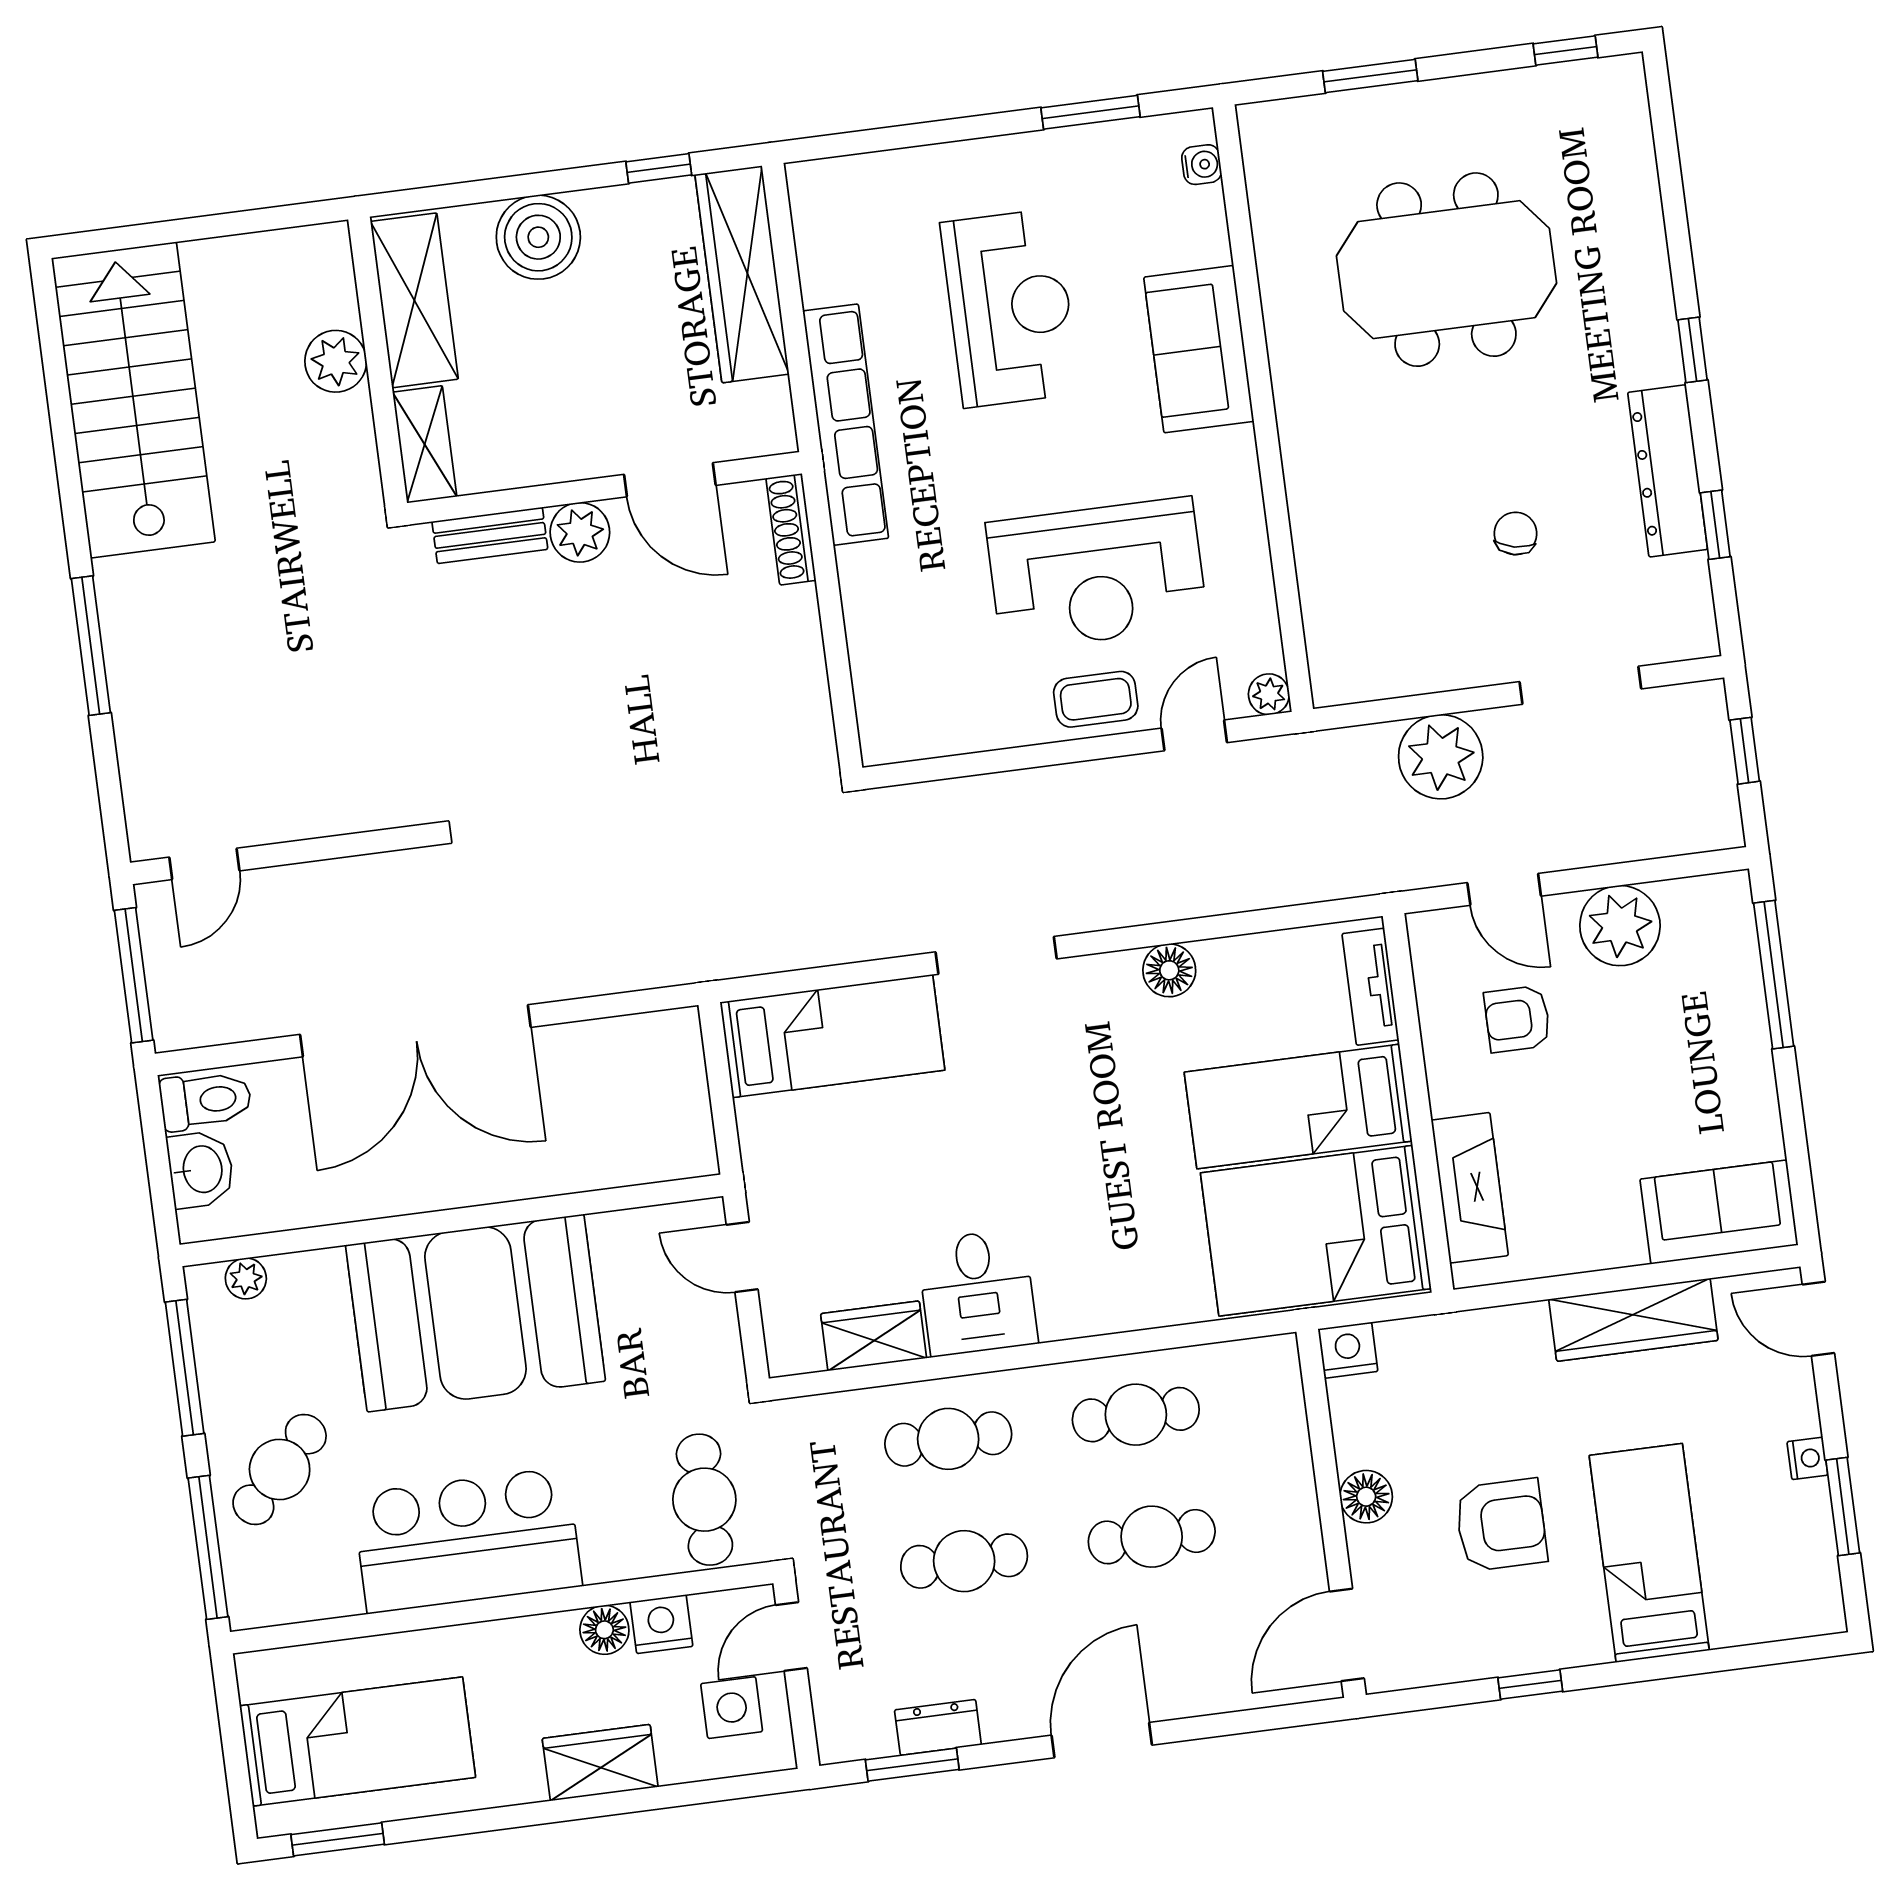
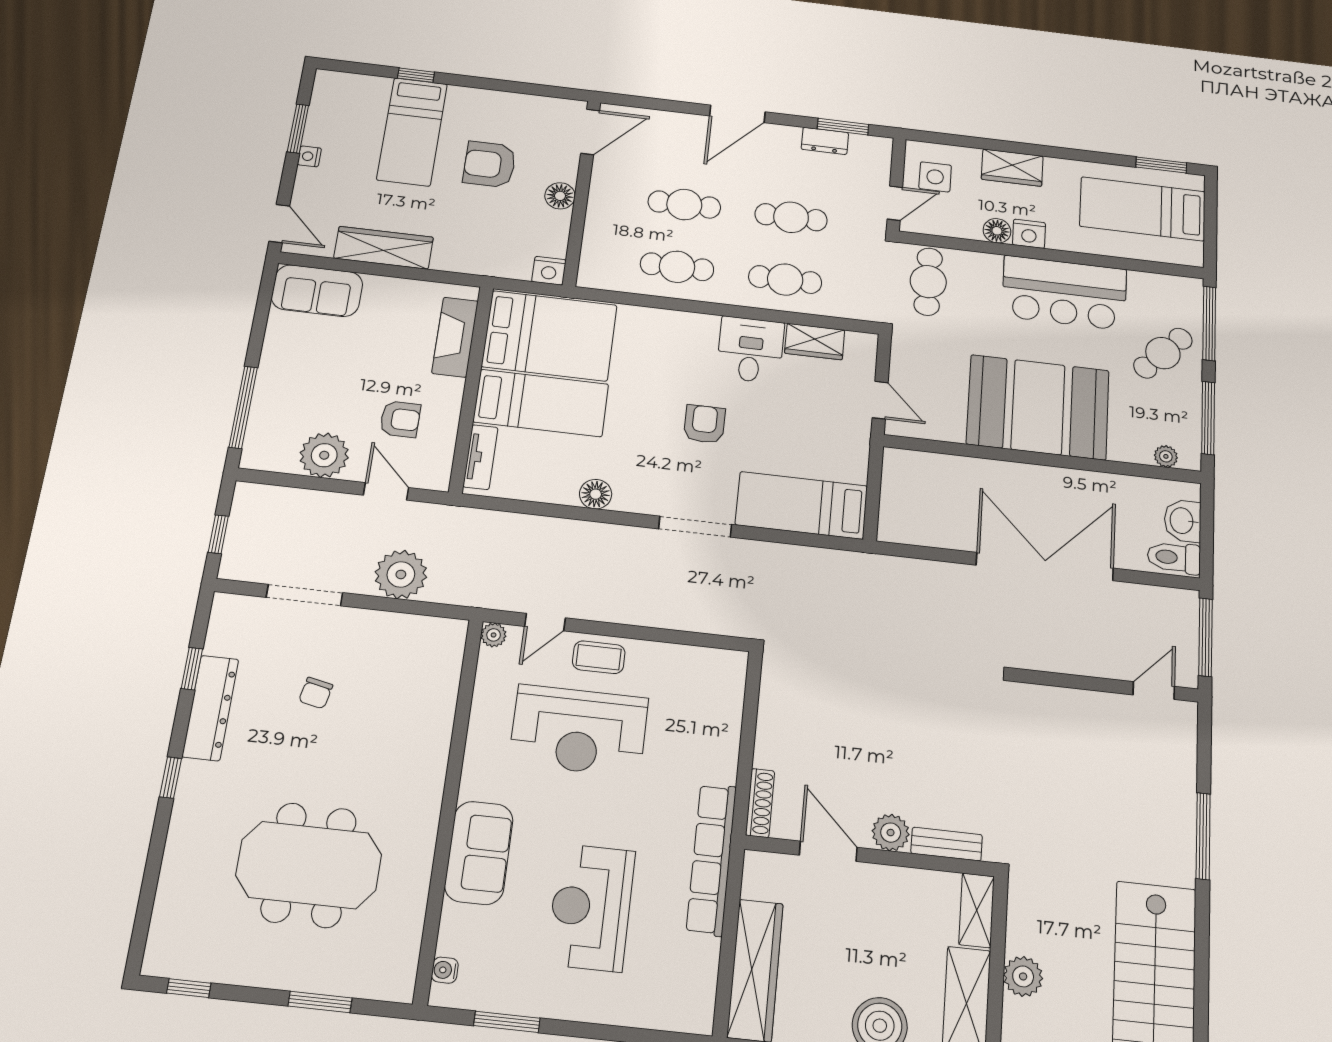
reception desk: (1097, 574) -> (579, 731), turned 180
armchair: (1023, 1138) -> (704, 424), added
nightstand: (661, 1624) -> (1029, 234), moved
window: (1530, 1684) -> (416, 75), moved

